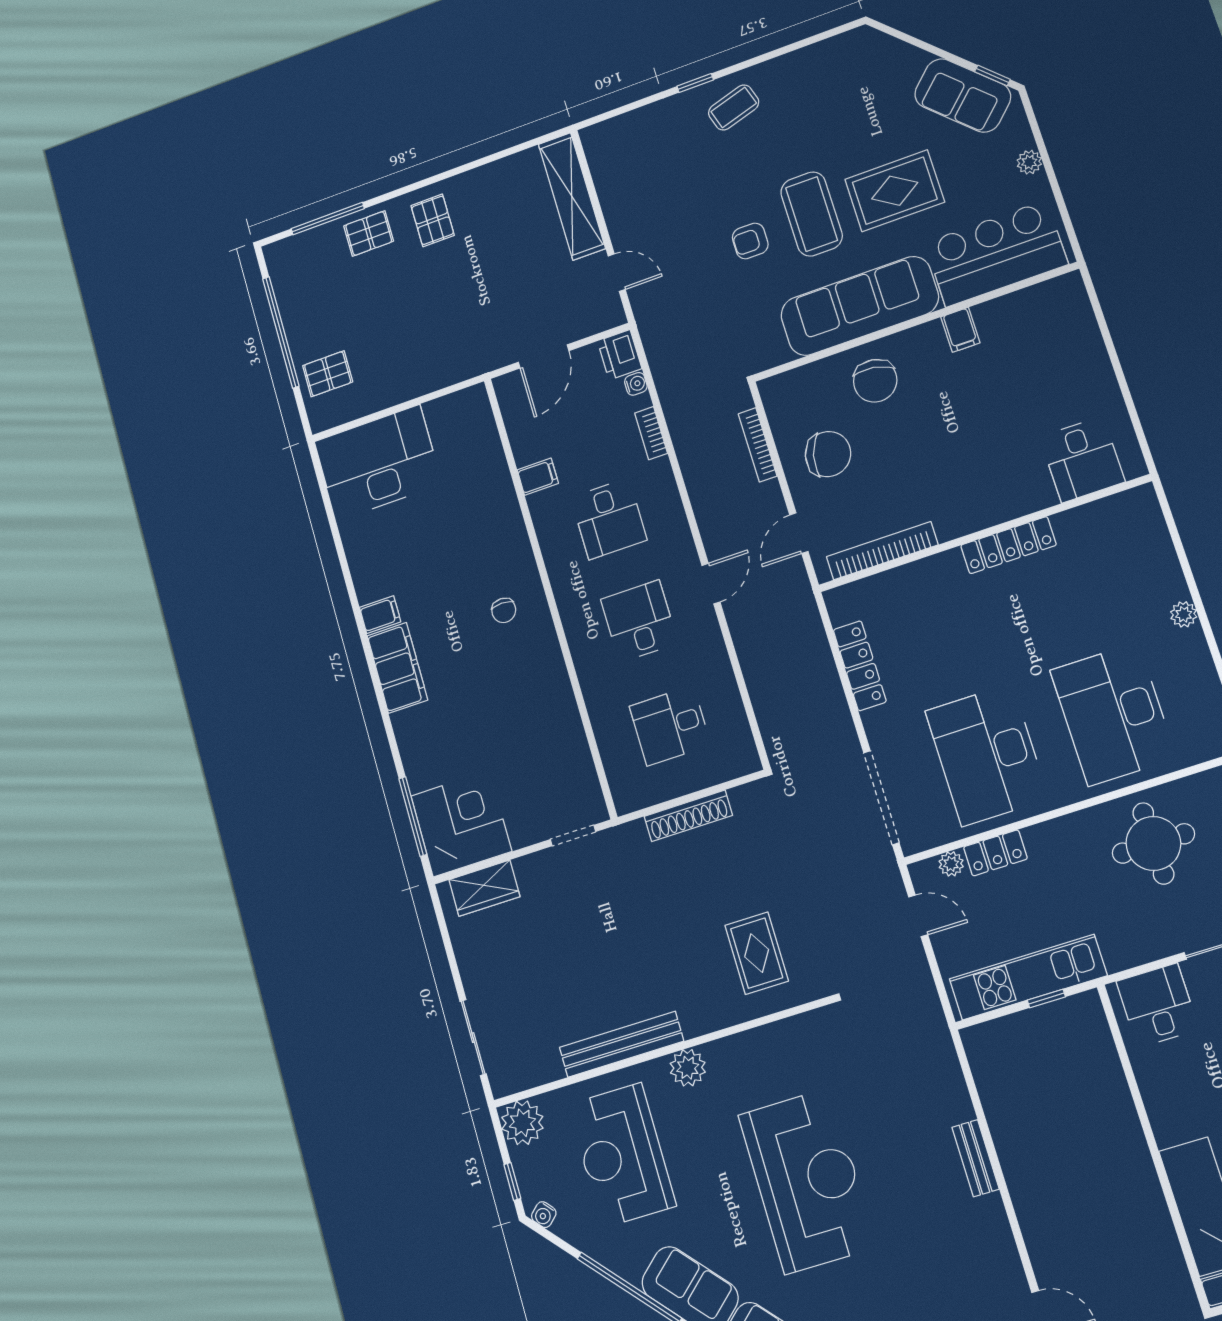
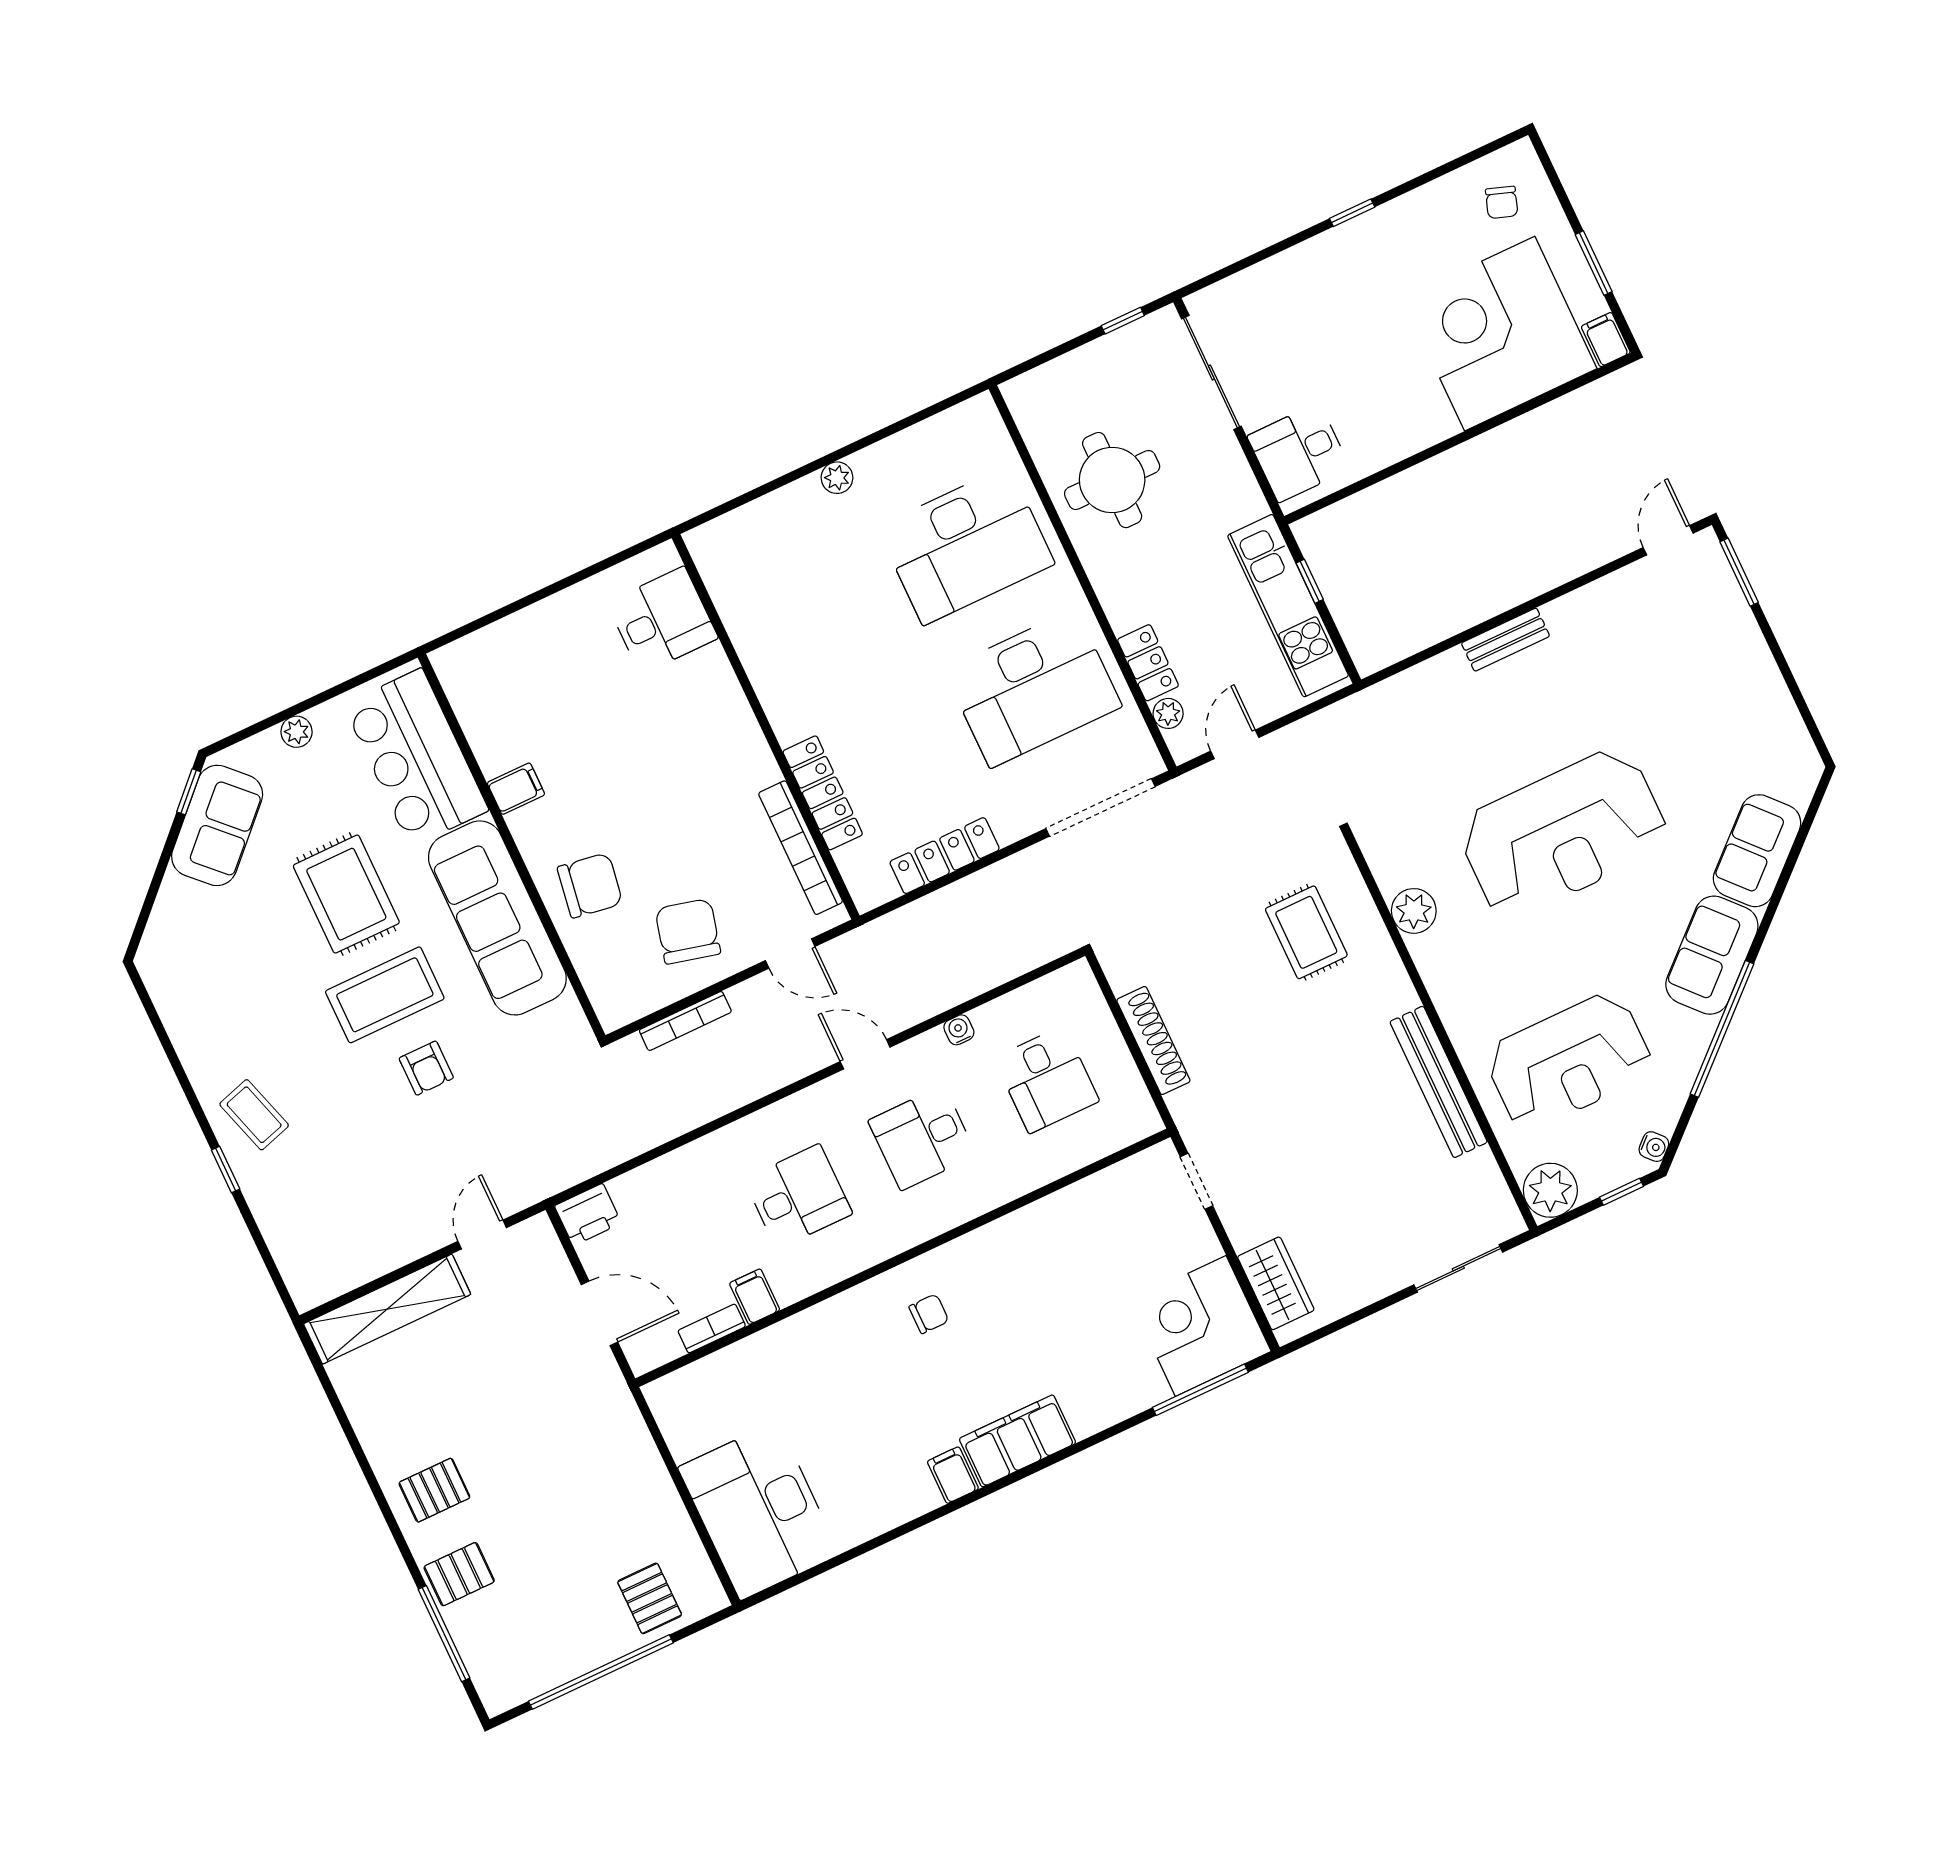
pallet: (369, 233) -> (459, 1574), turned 90
water cooler: (636, 384) -> (959, 1030), moved
bookcase: (651, 433) -> (712, 1328), moved, turned 180
locker: (1008, 545) -> (823, 793), moved
rug: (757, 953) -> (1306, 932), turned 90
plant: (688, 1068) -> (1414, 911), moved
reception desk: (807, 1181) -> (1563, 833), turned 180

